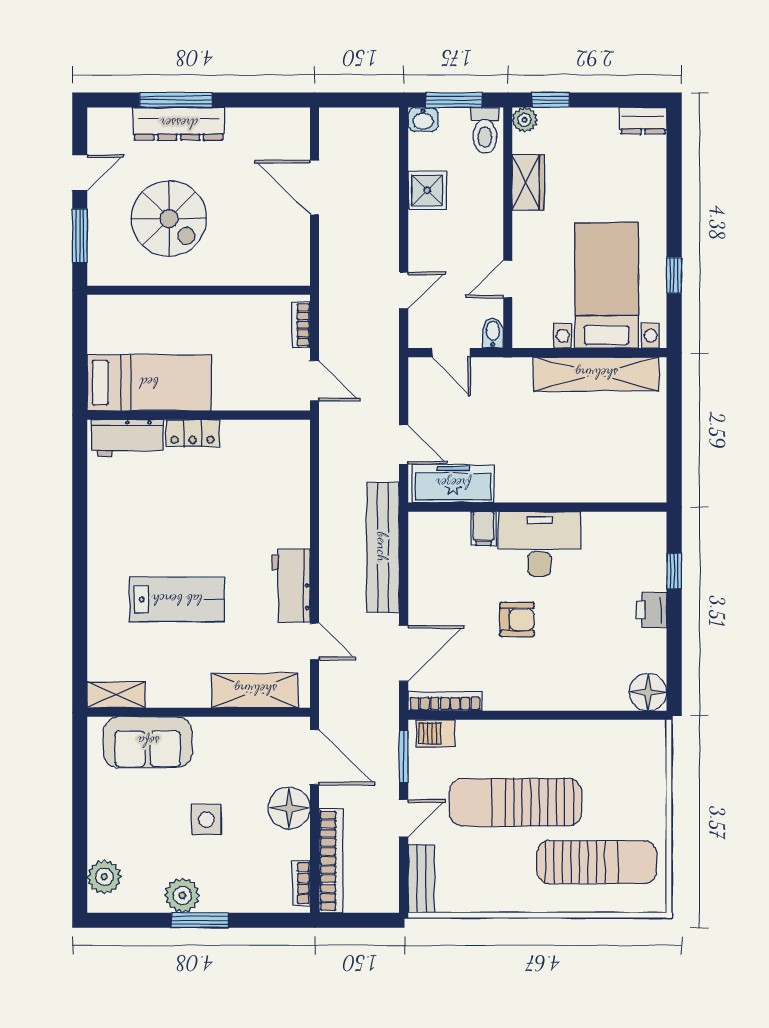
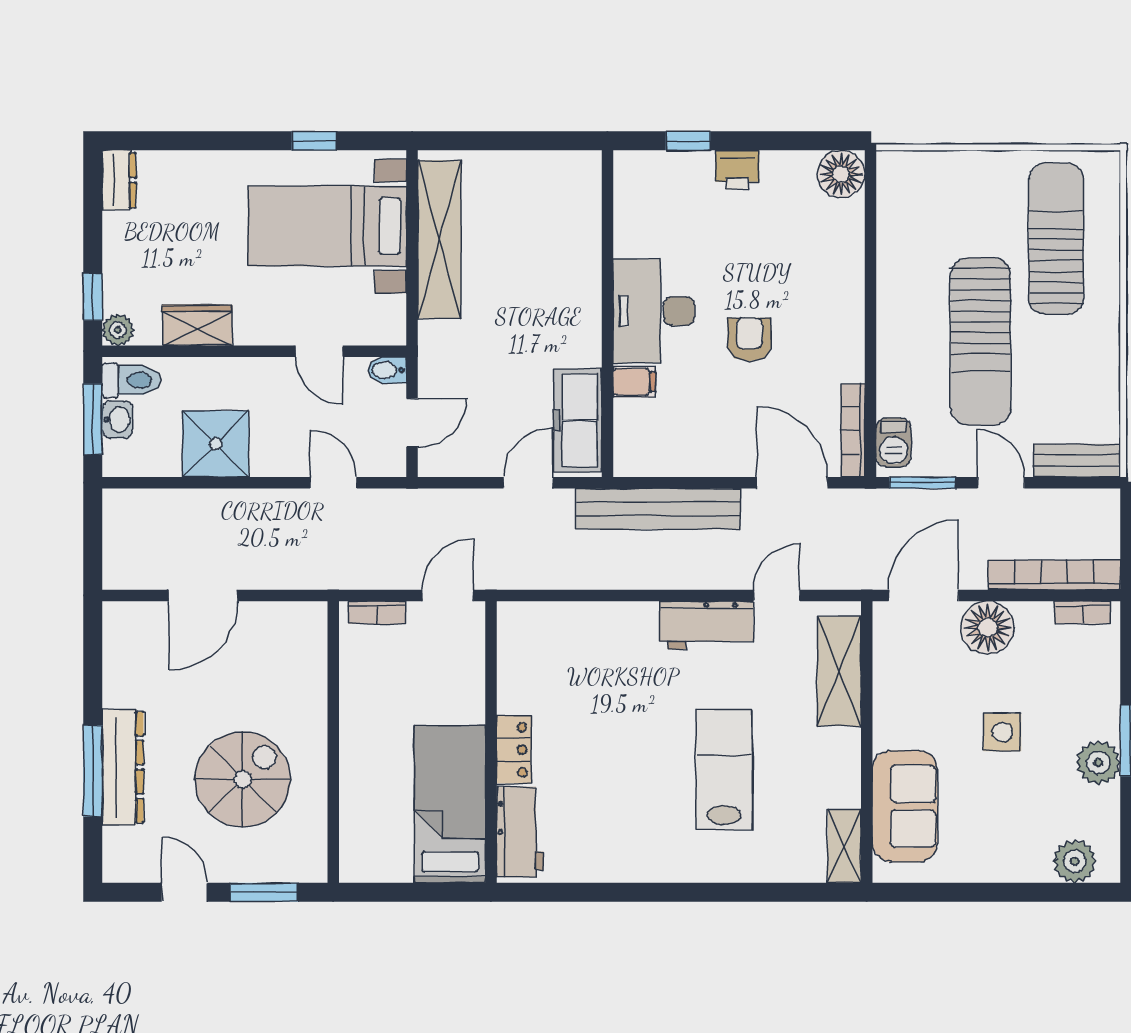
washbasin: (423, 119) -> (117, 420), moved
shower: (427, 190) -> (216, 444), width x1.36, depth x1.36

